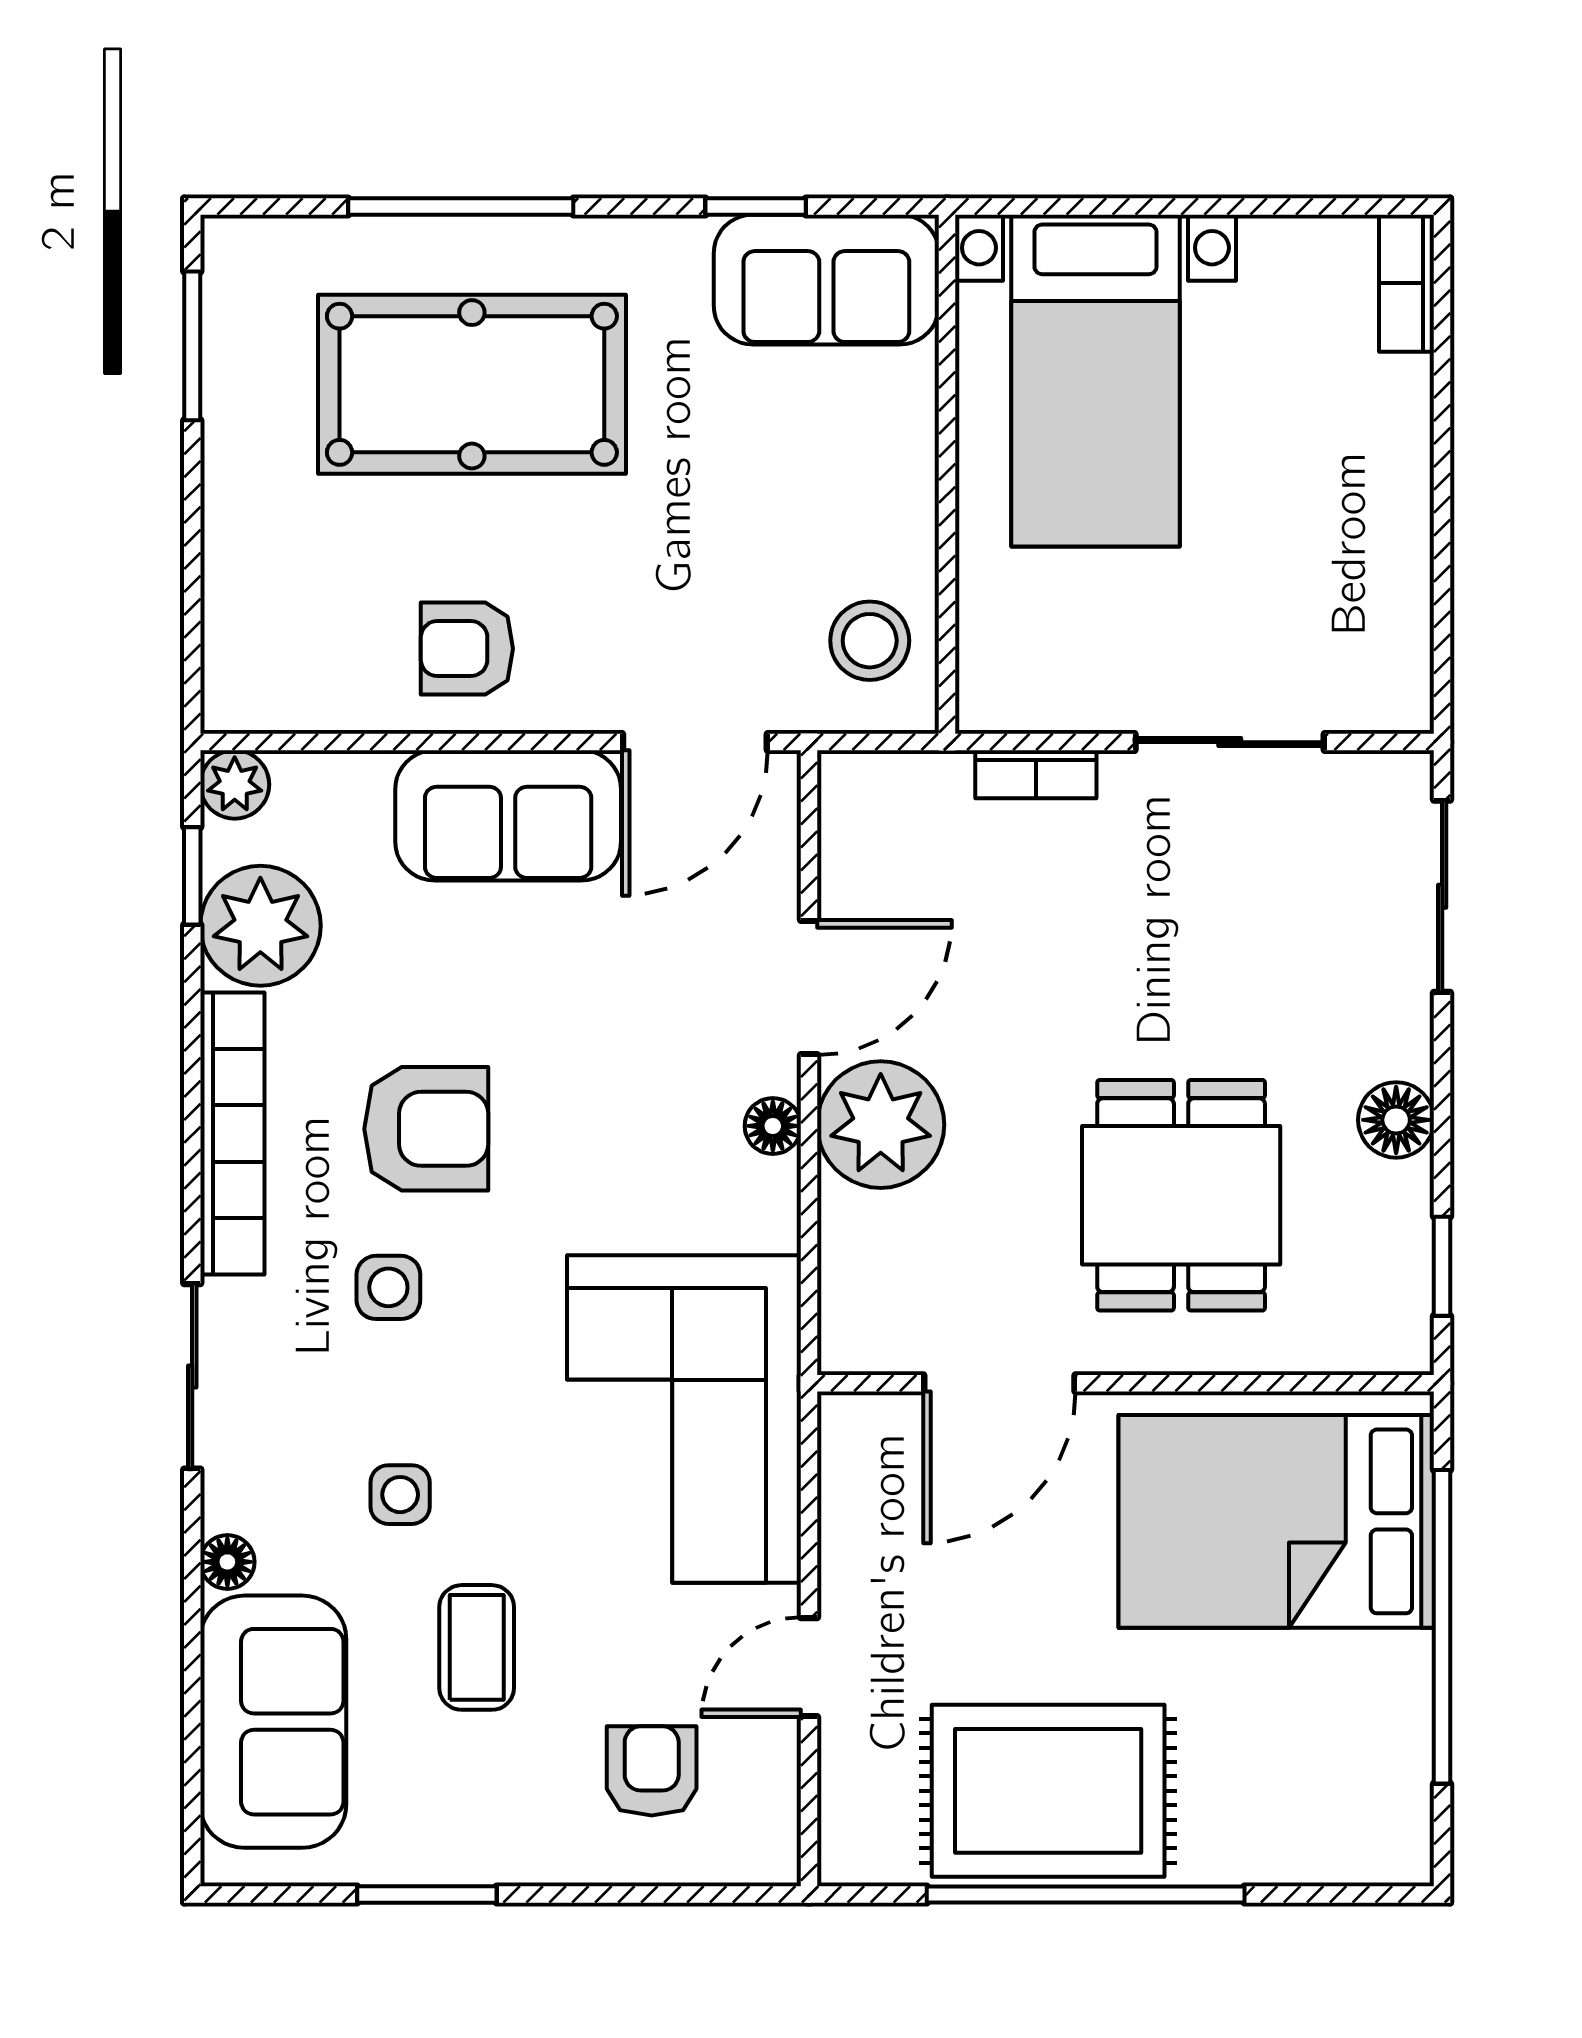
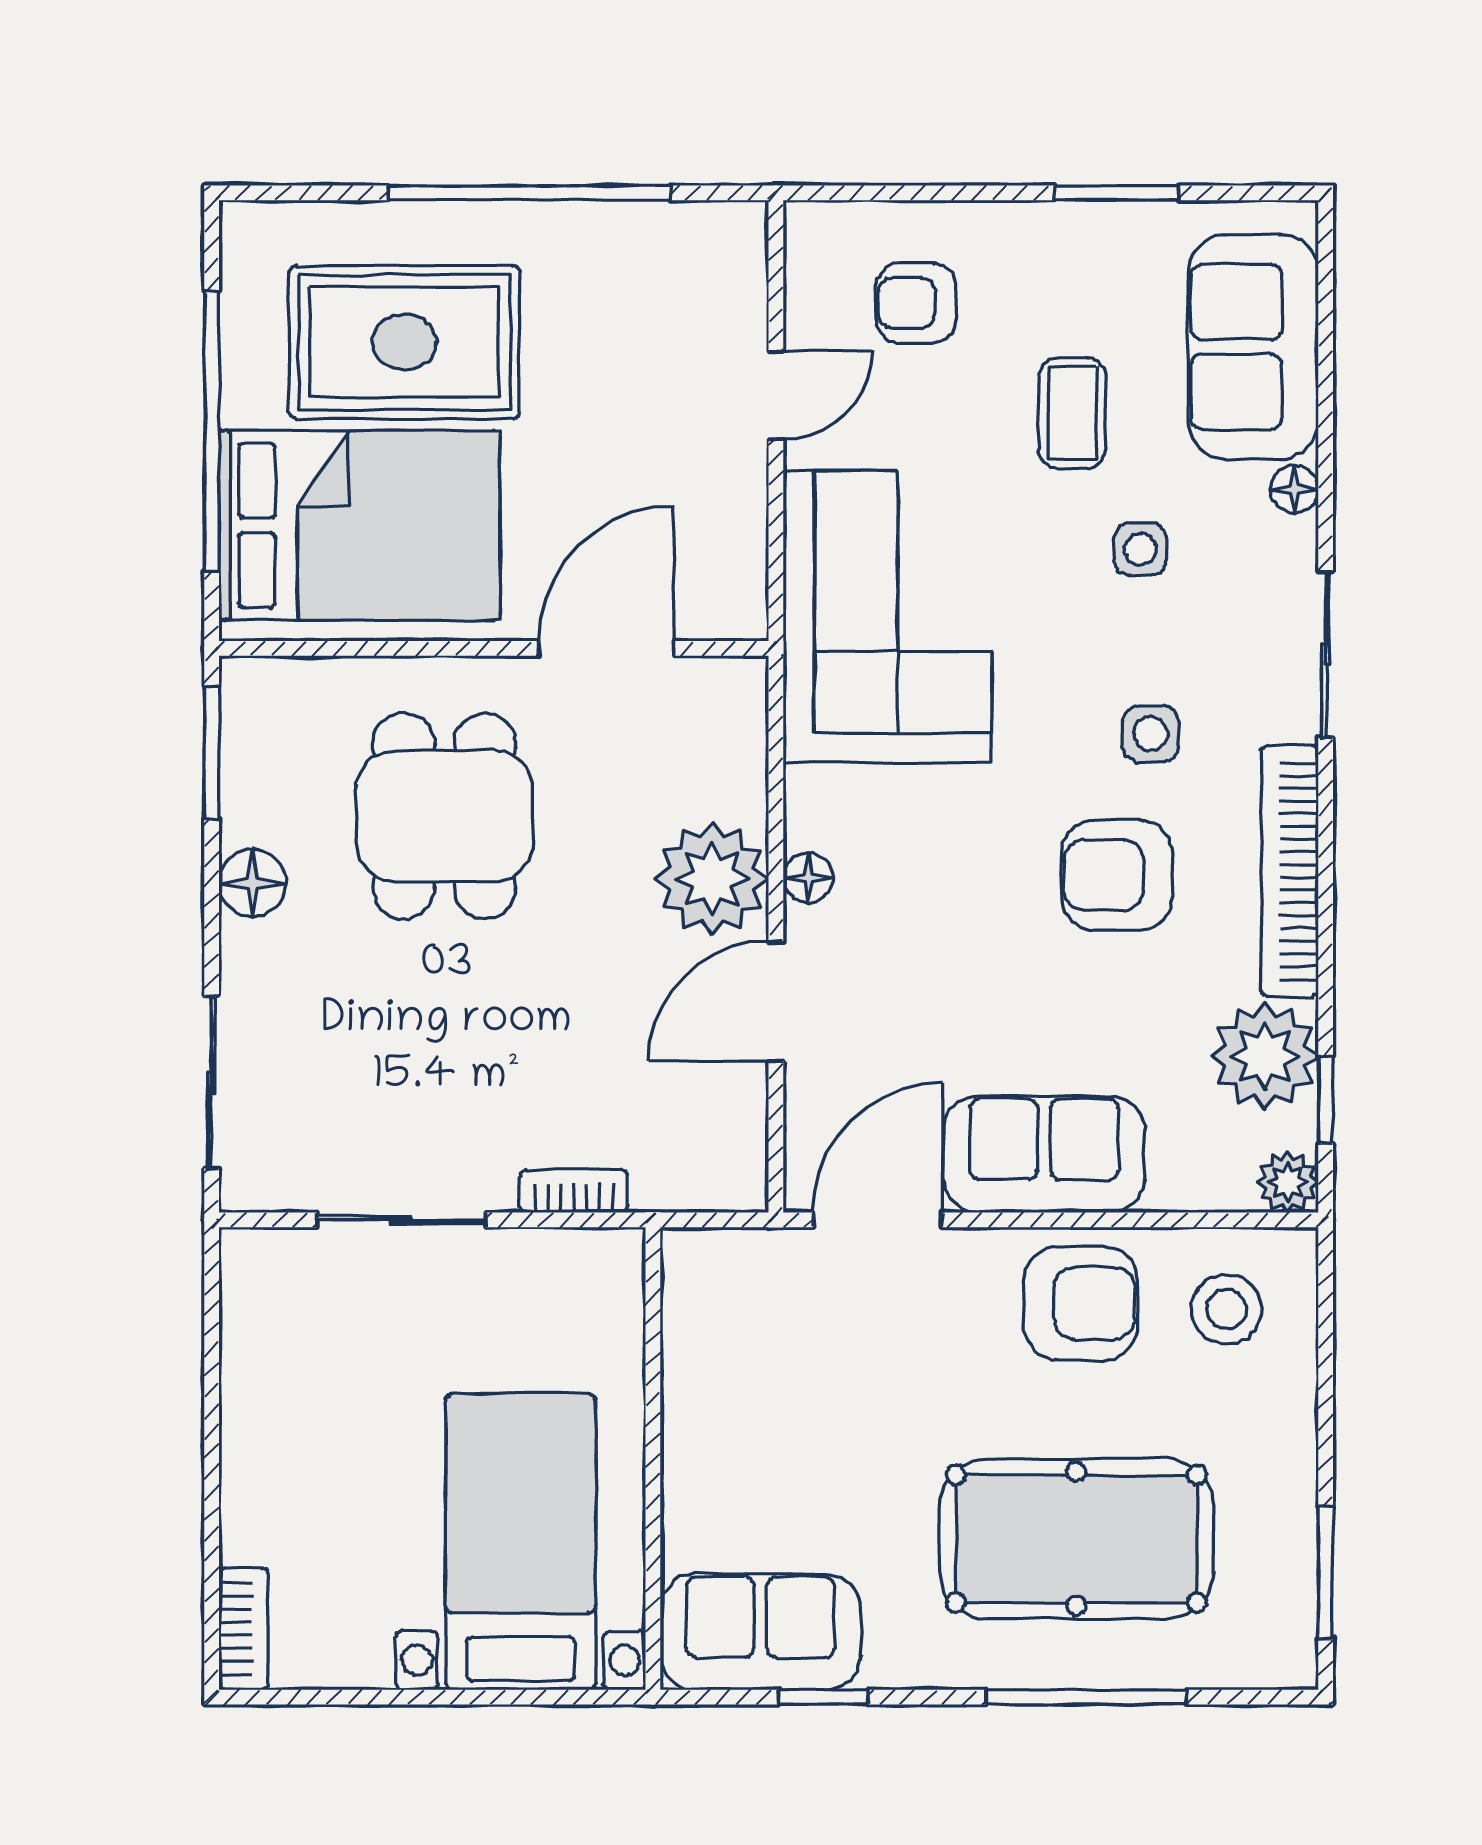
stool: (870, 641) -> (1227, 1309), moved
armchair: (467, 649) -> (1081, 1303), width x1.38, depth x1.38
window: (1442, 1266) -> (212, 753), width x1.50
armchair: (652, 1771) -> (916, 303), turned 90
rug: (1048, 1791) -> (404, 342), moved

